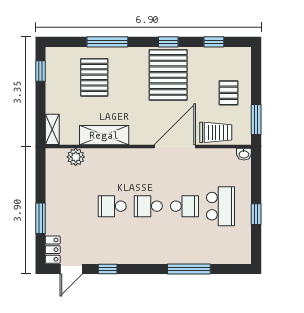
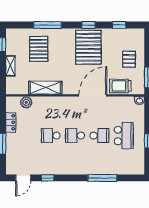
shelving: (52, 129) -> (10, 66), moved
trolley: (216, 132) -> (120, 86), turned 180
locker: (53, 250) -> (11, 122), moved

